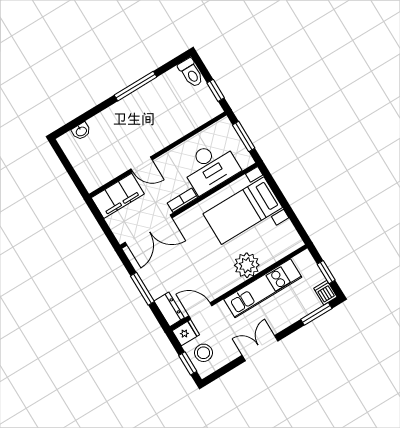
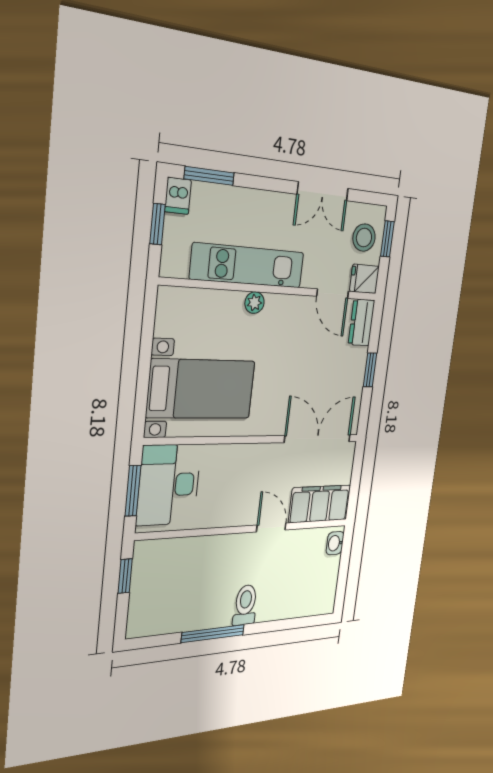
toilet: (191, 73) -> (245, 605), moved
washbasin: (81, 131) -> (335, 543), moved, turned -90
desk: (210, 167) -> (169, 485), moved, turned -90
bookcase: (182, 200) -> (259, 452), removed
plant: (247, 265) -> (254, 303), width x0.53, depth x0.53
window: (142, 289) -> (370, 370), width x0.67
double door: (260, 348) -> (323, 191), moved

